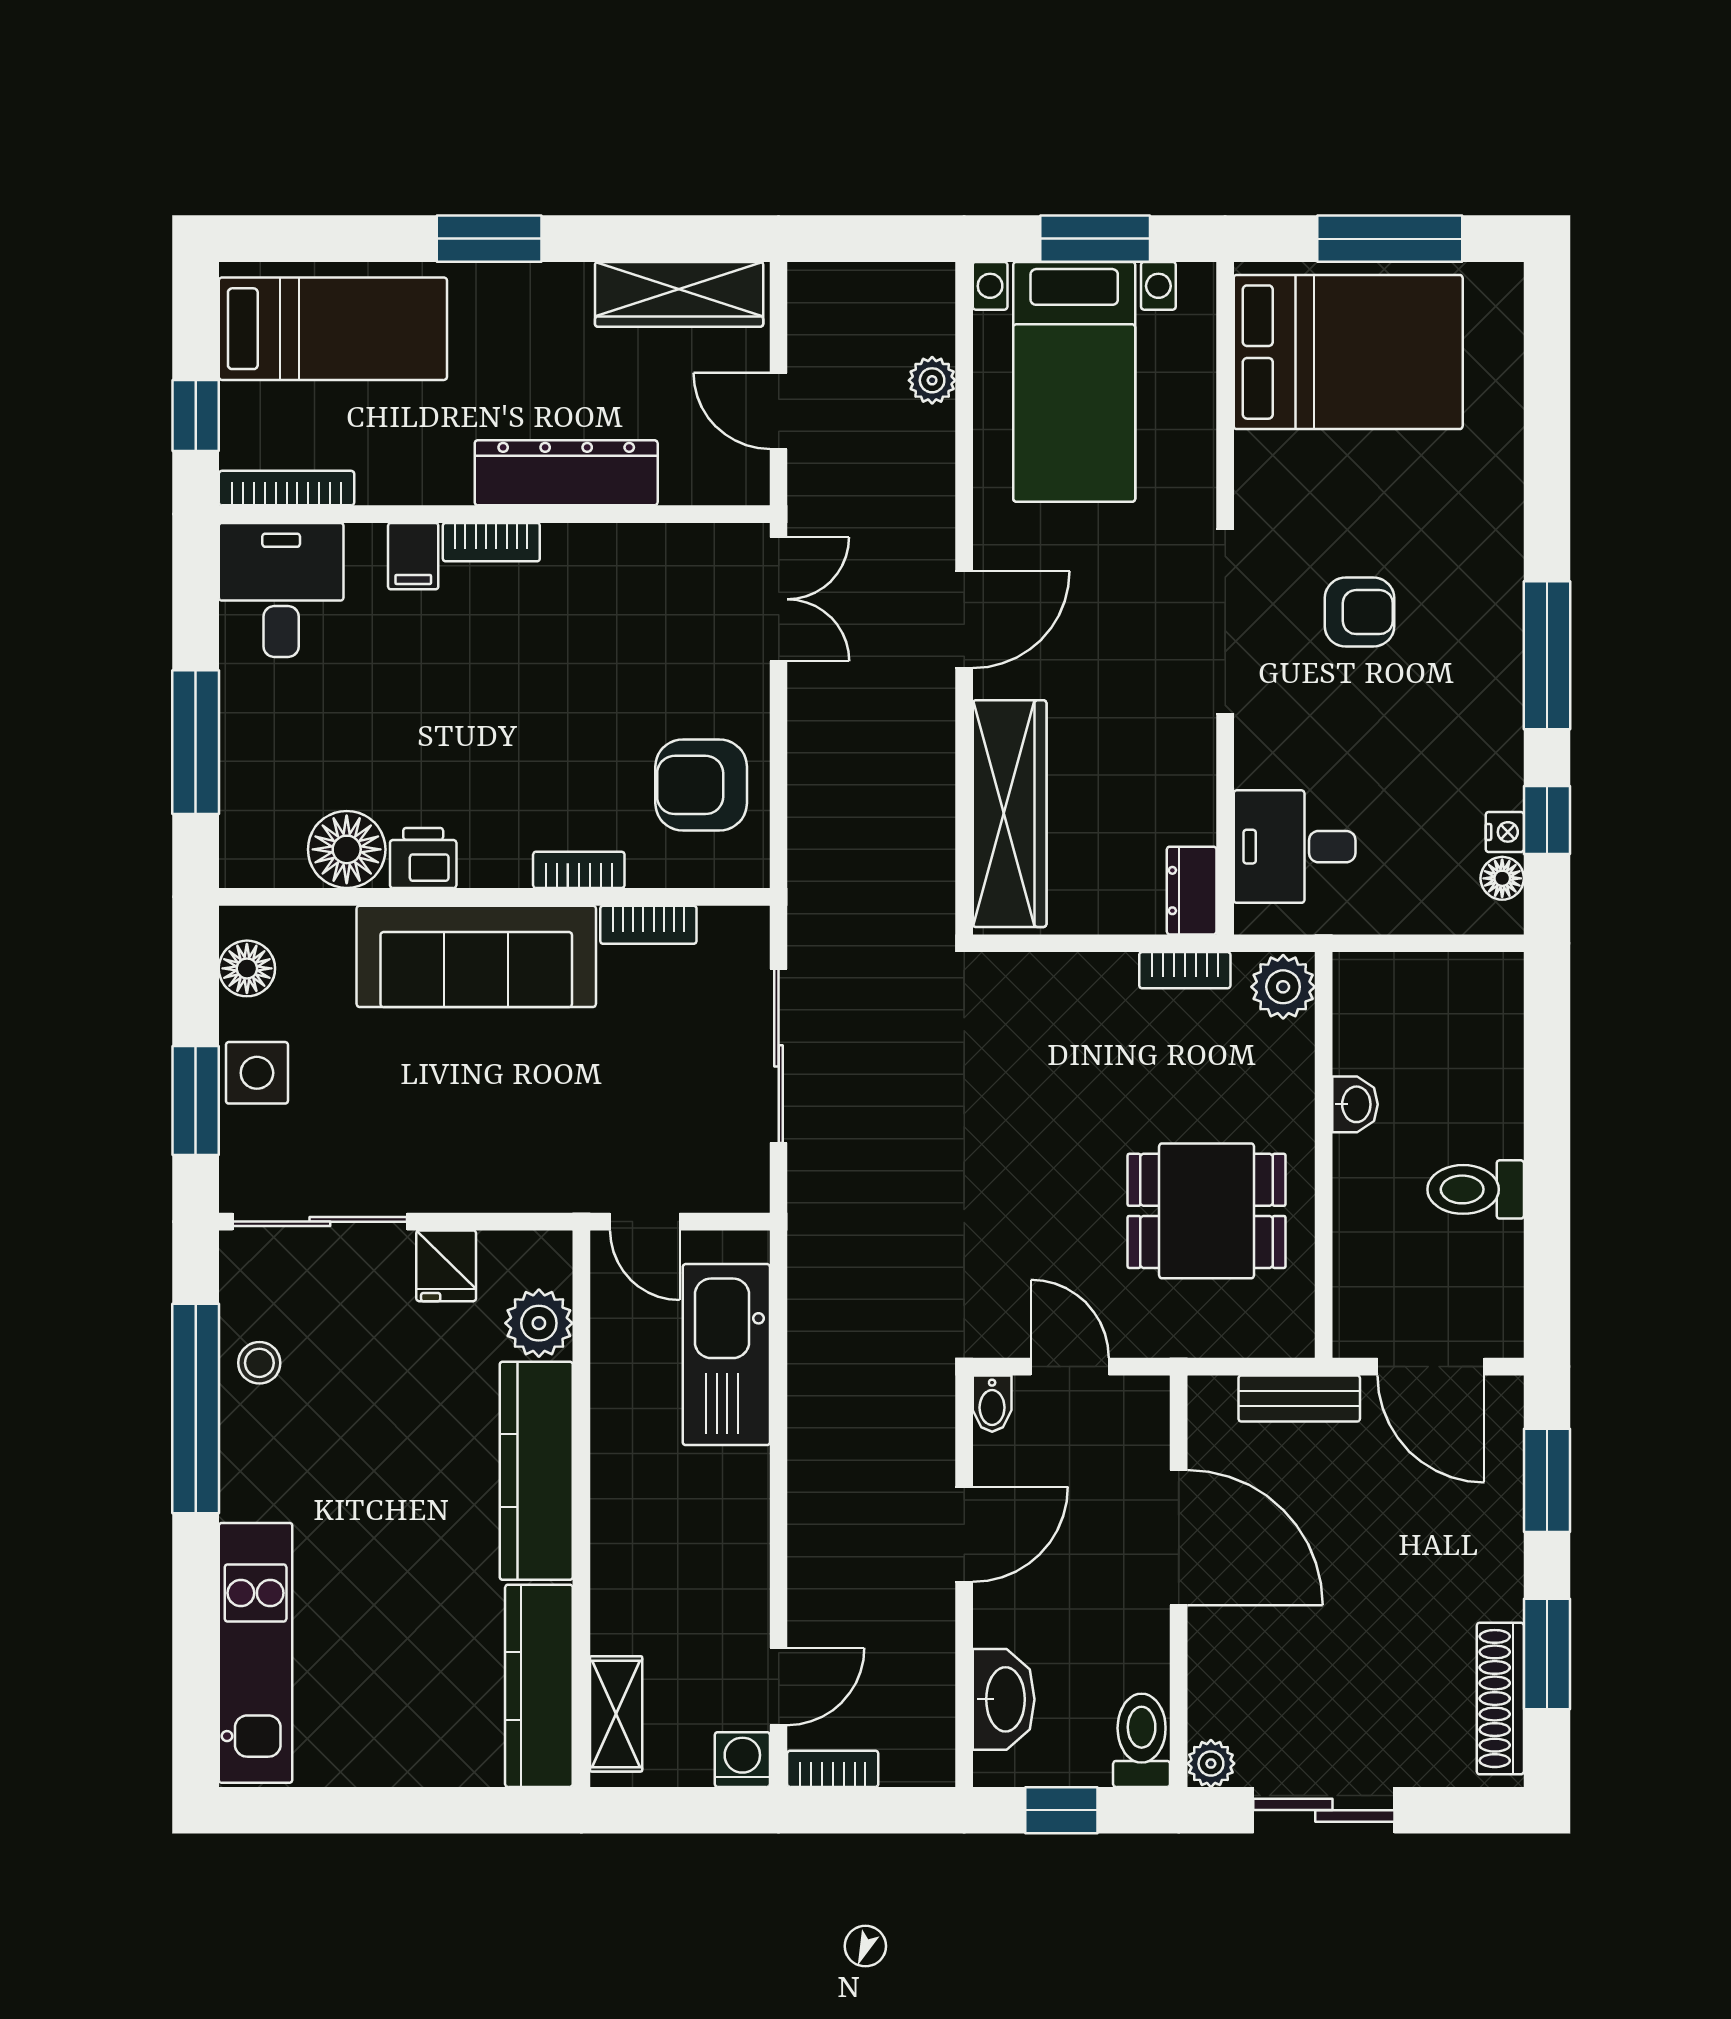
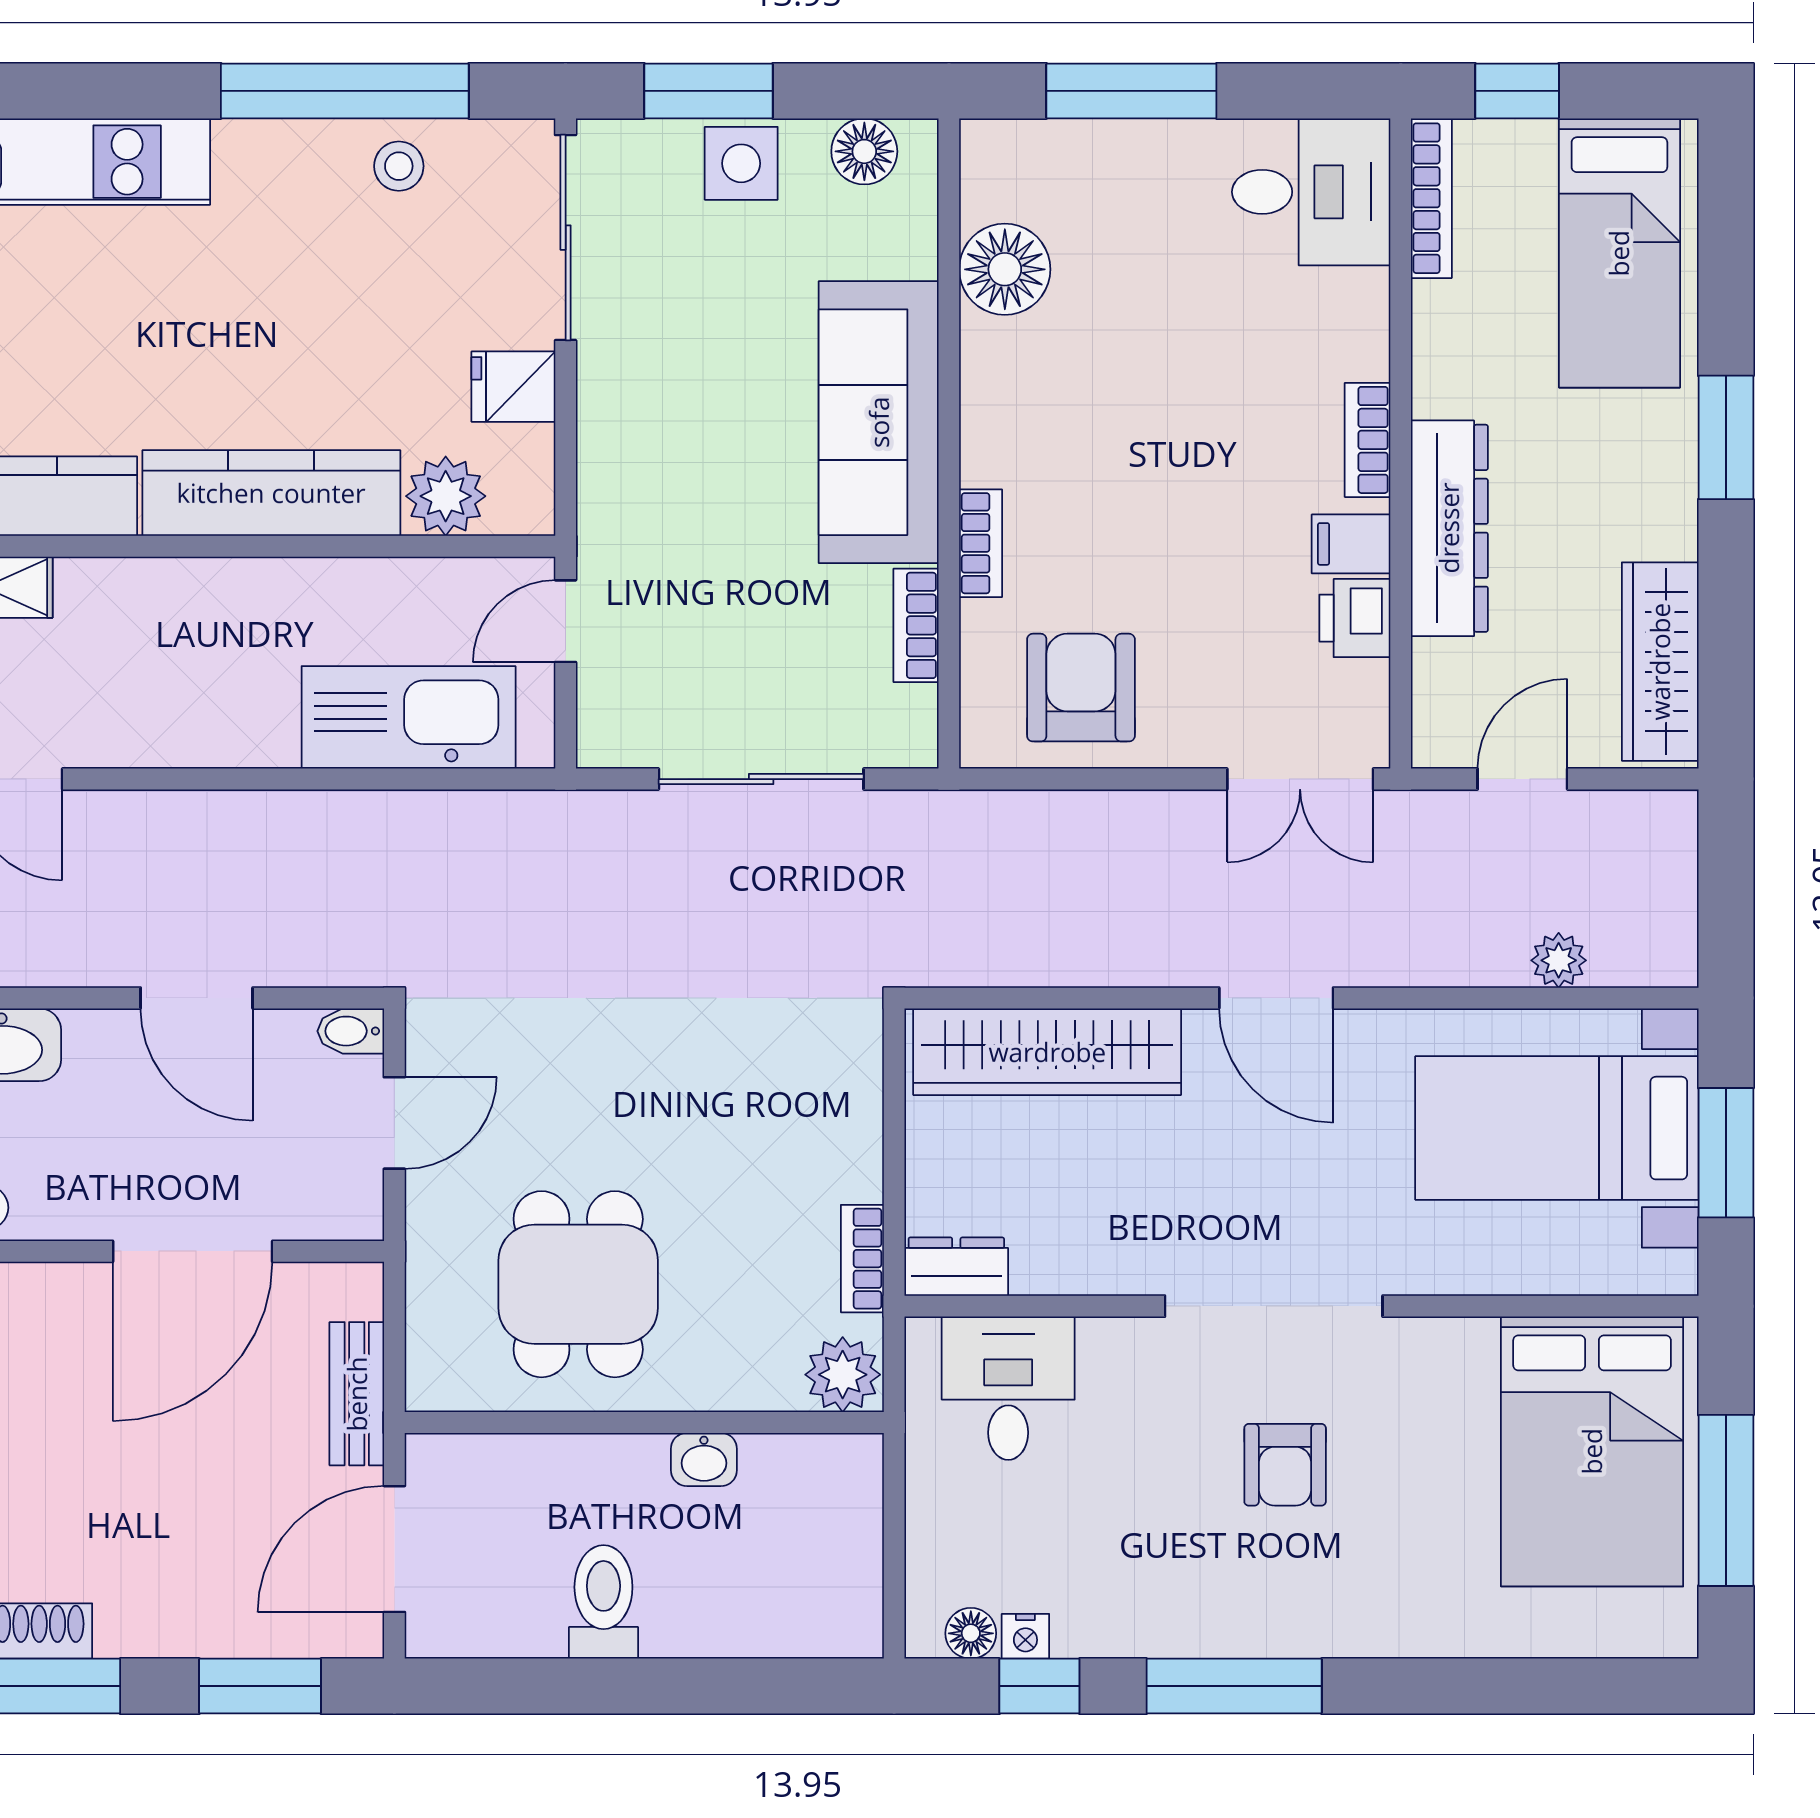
filing cabinet: (413, 556) -> (1351, 544), moved
printer: (423, 858) -> (1355, 618), moved, turned 180

